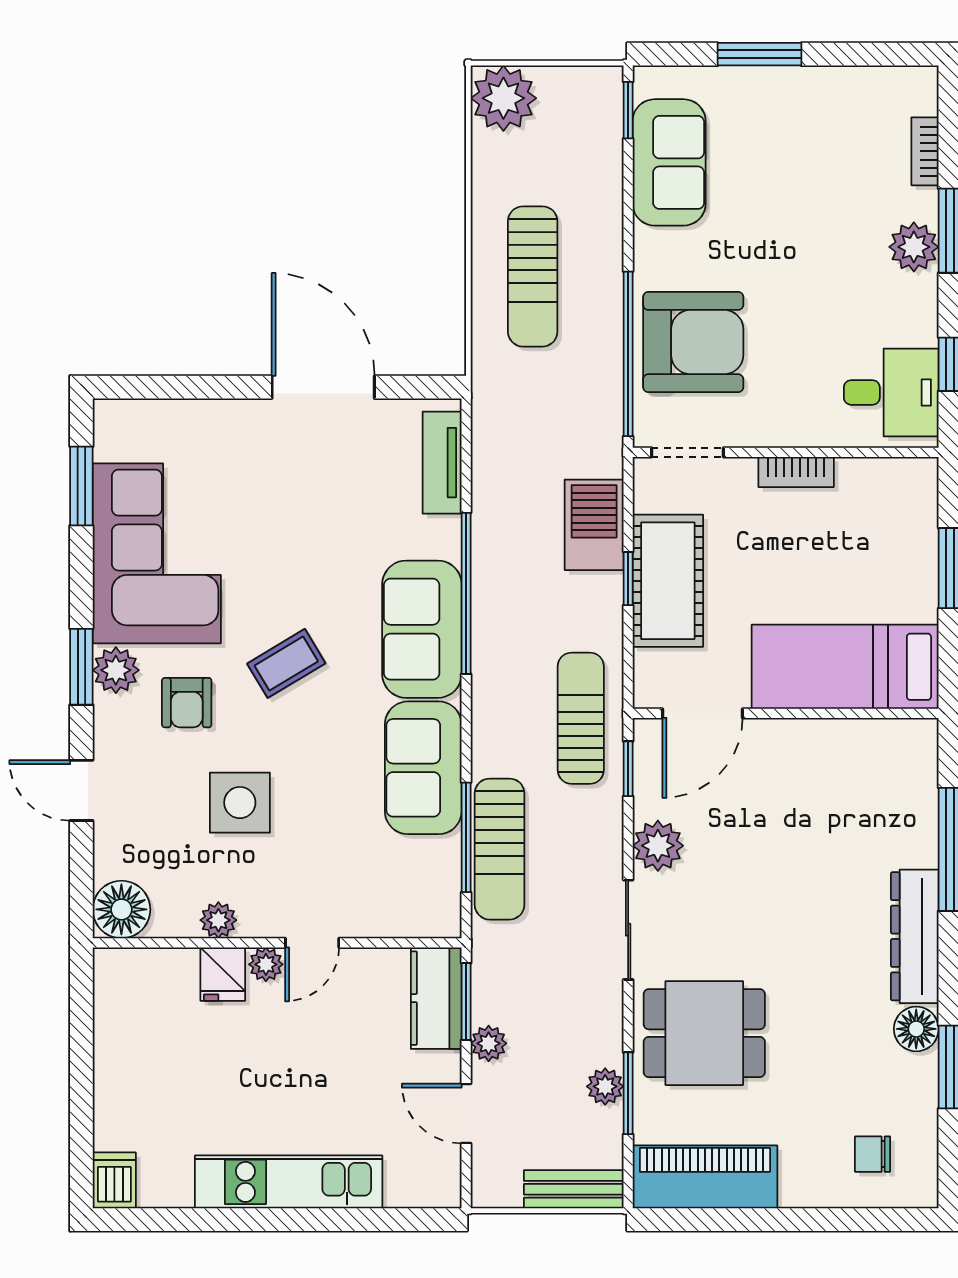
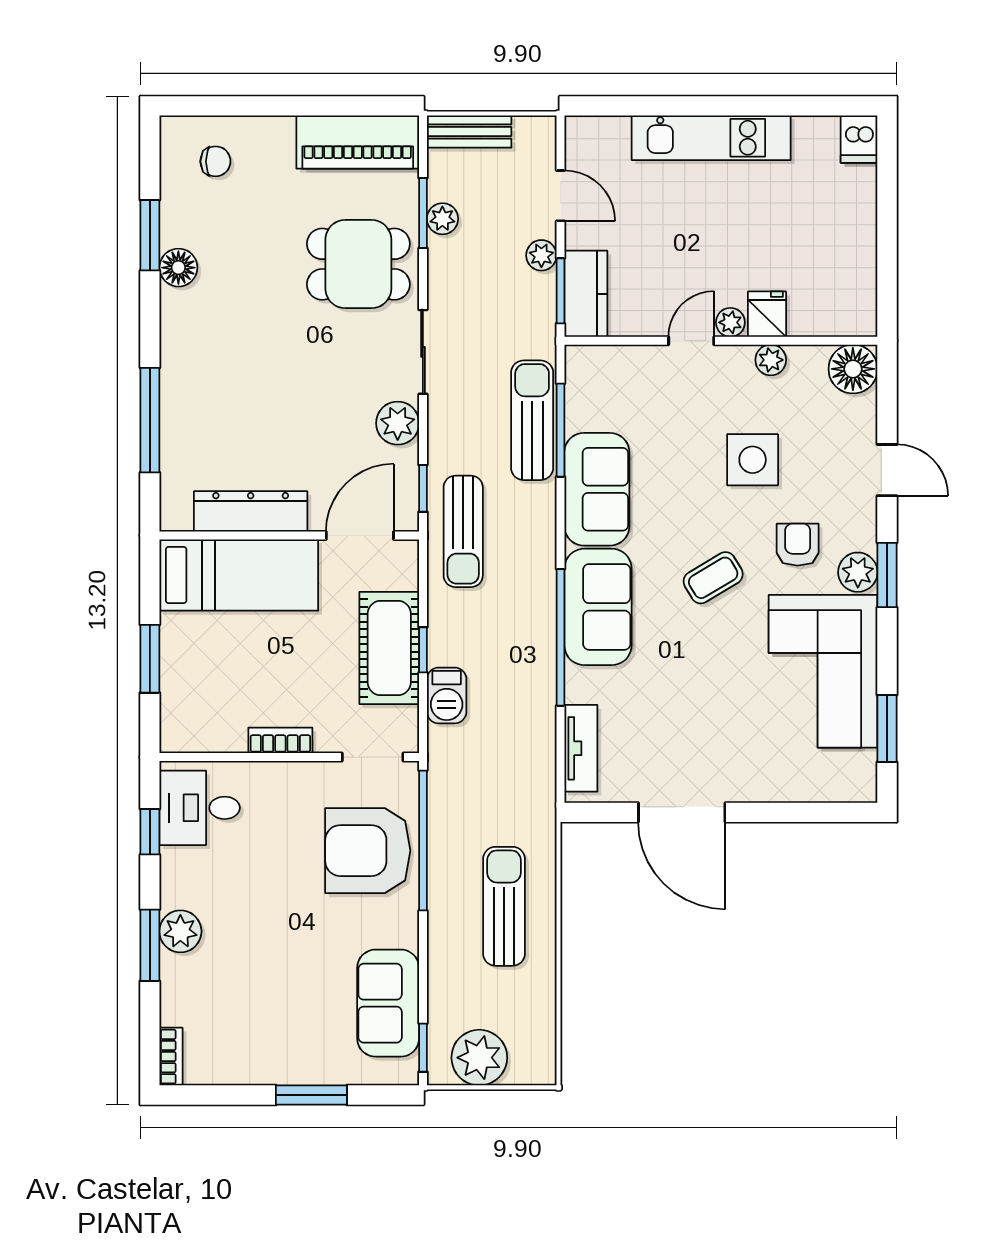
plant: (503, 98) -> (479, 1058), moved
bookcase: (925, 151) -> (171, 1057), moved
barbecue: (594, 525) -> (447, 695), width x0.73, depth x0.79
dresser: (915, 936) -> (251, 511), moved, turned -90

